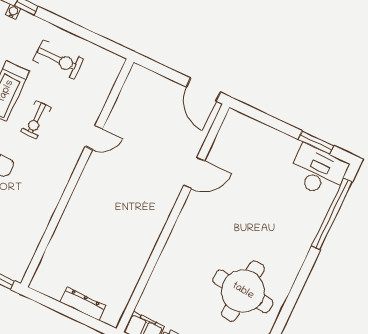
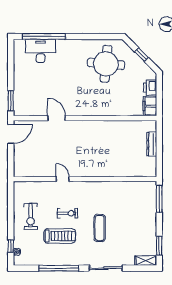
exercise bike: (58, 60) -> (31, 216), turned 180
window: (316, 142) -> (11, 101), moved
desk: (318, 171) -> (41, 51), moved, turned 90

